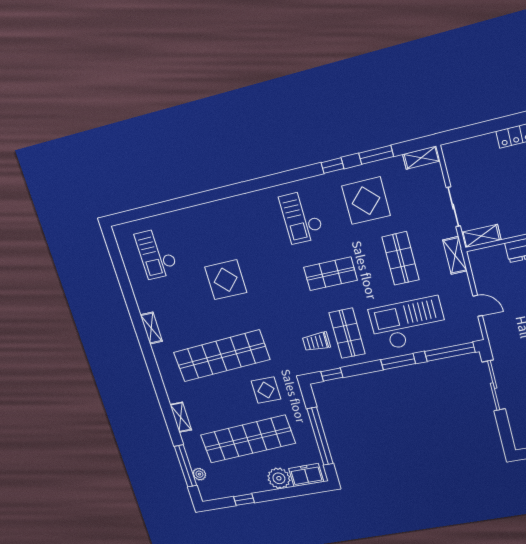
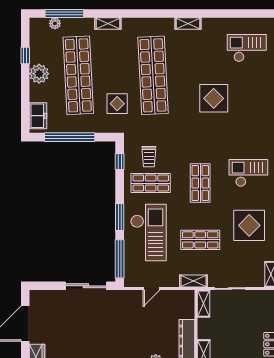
trolley: (316, 342) -> (149, 157), turned 180
plant: (279, 478) -> (39, 74), moved

